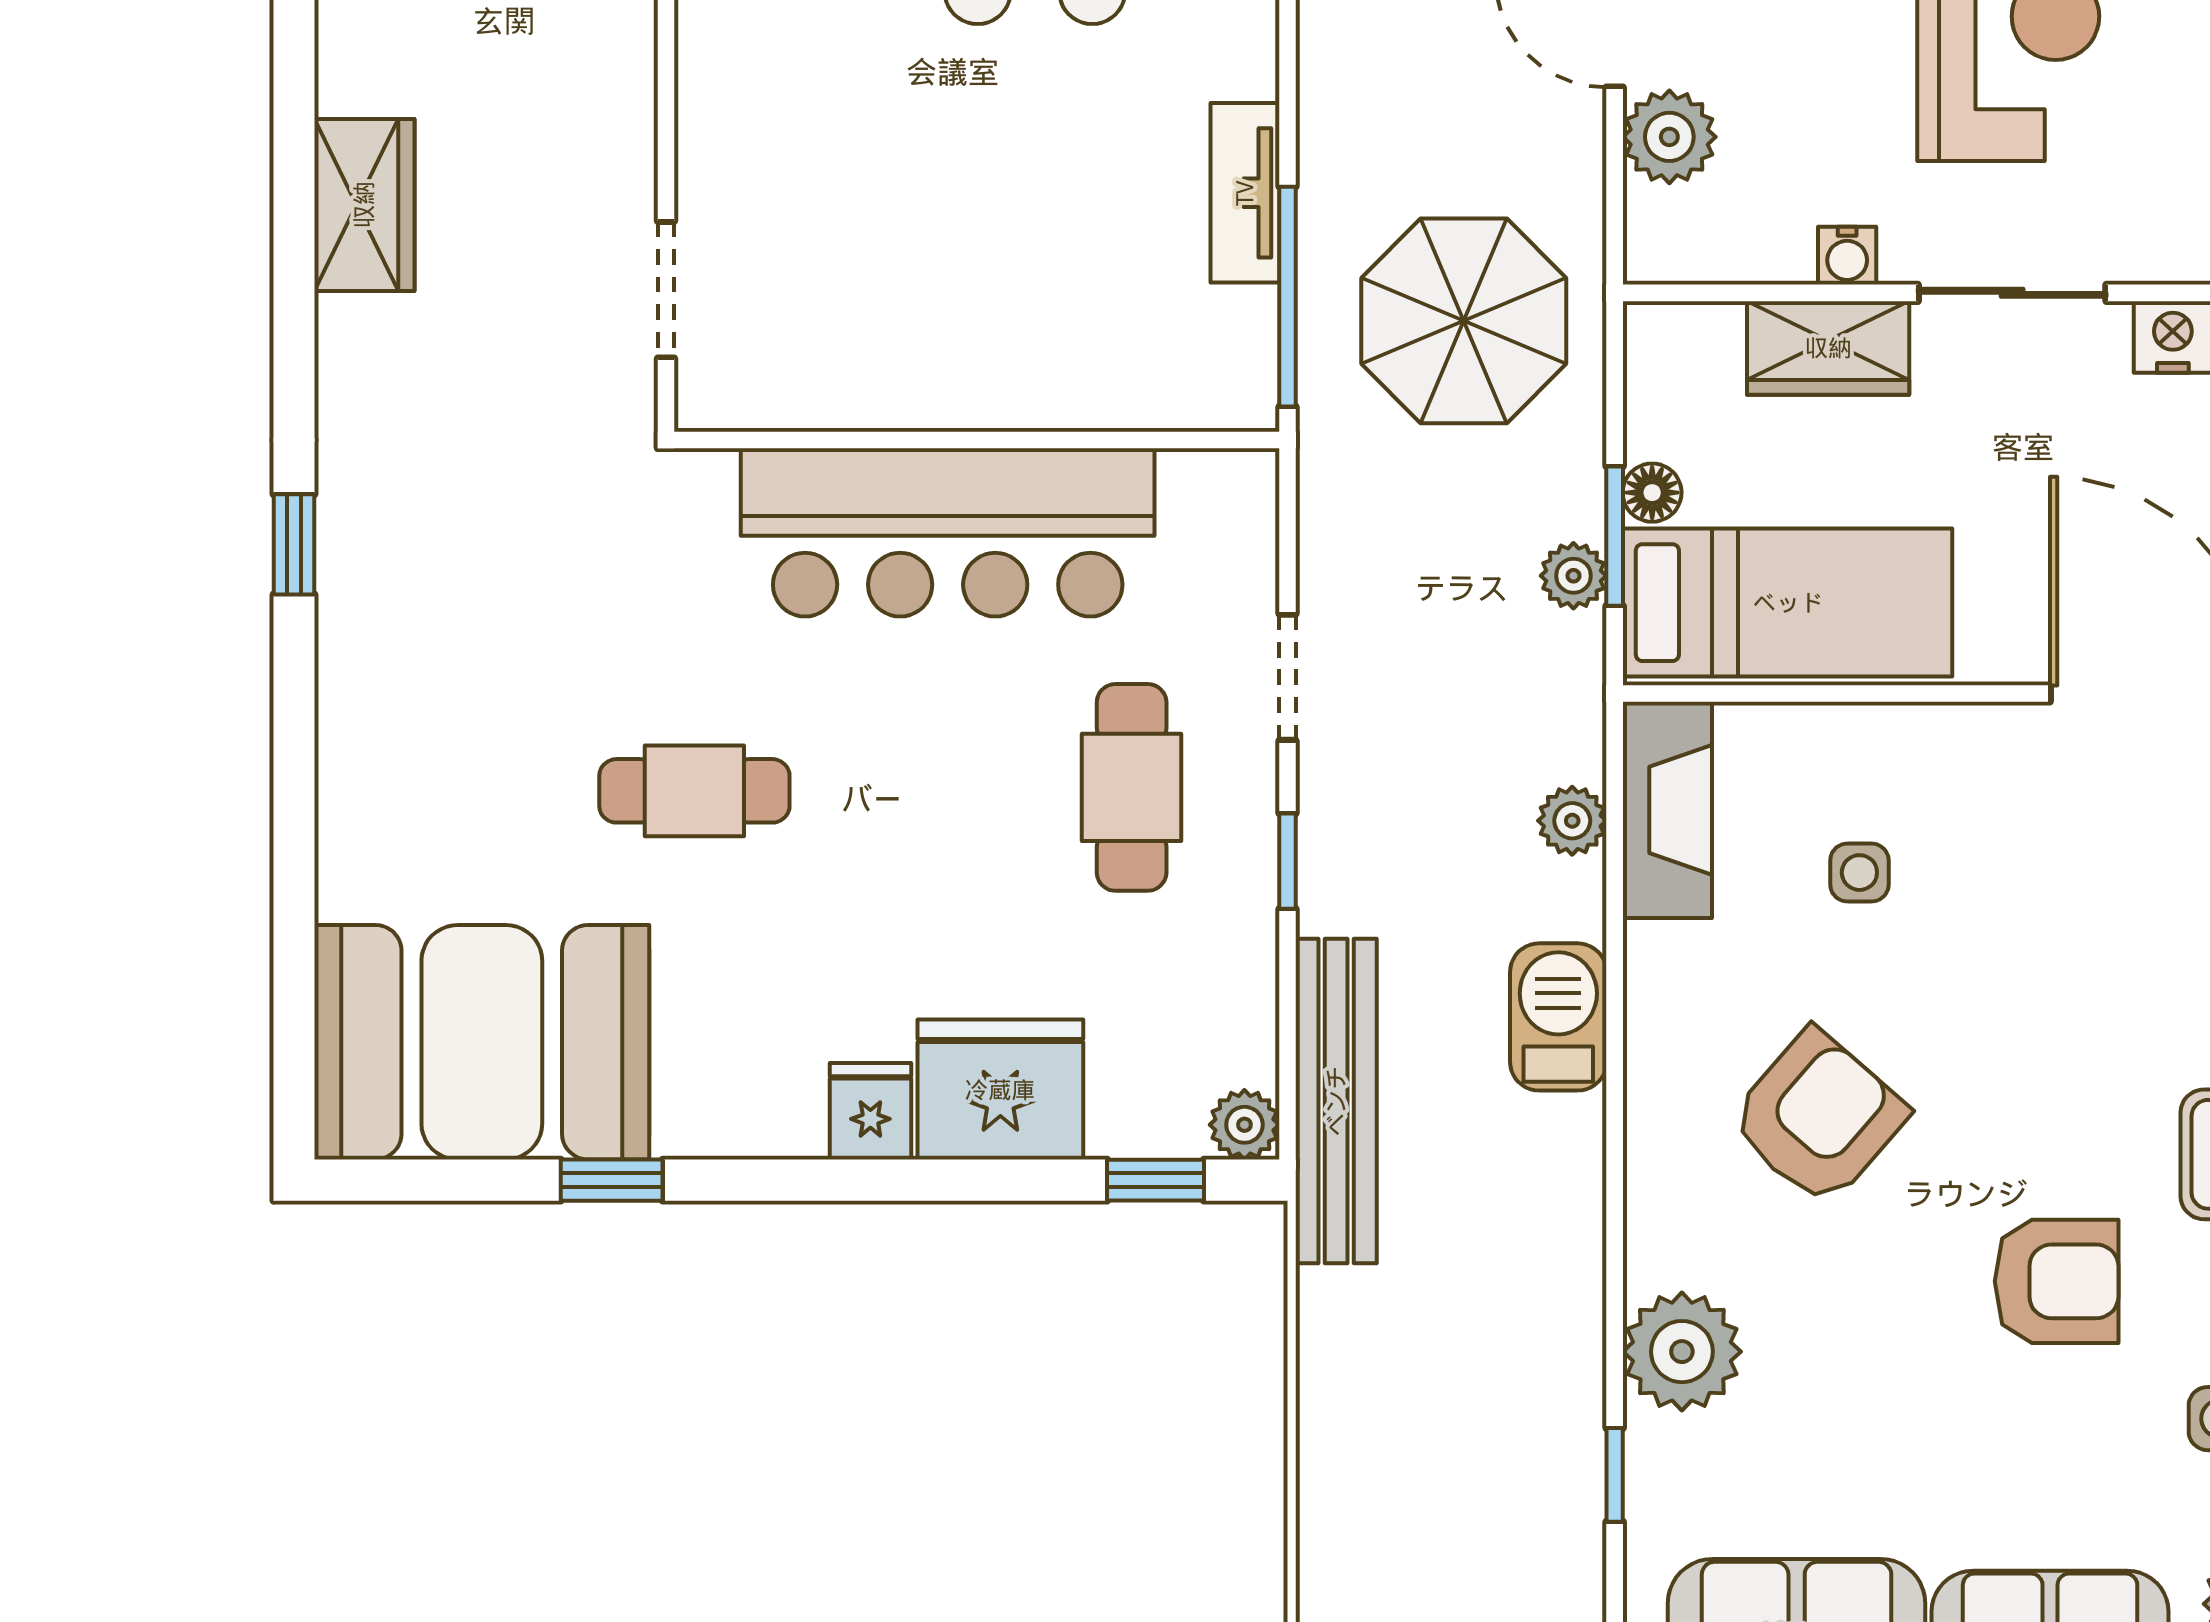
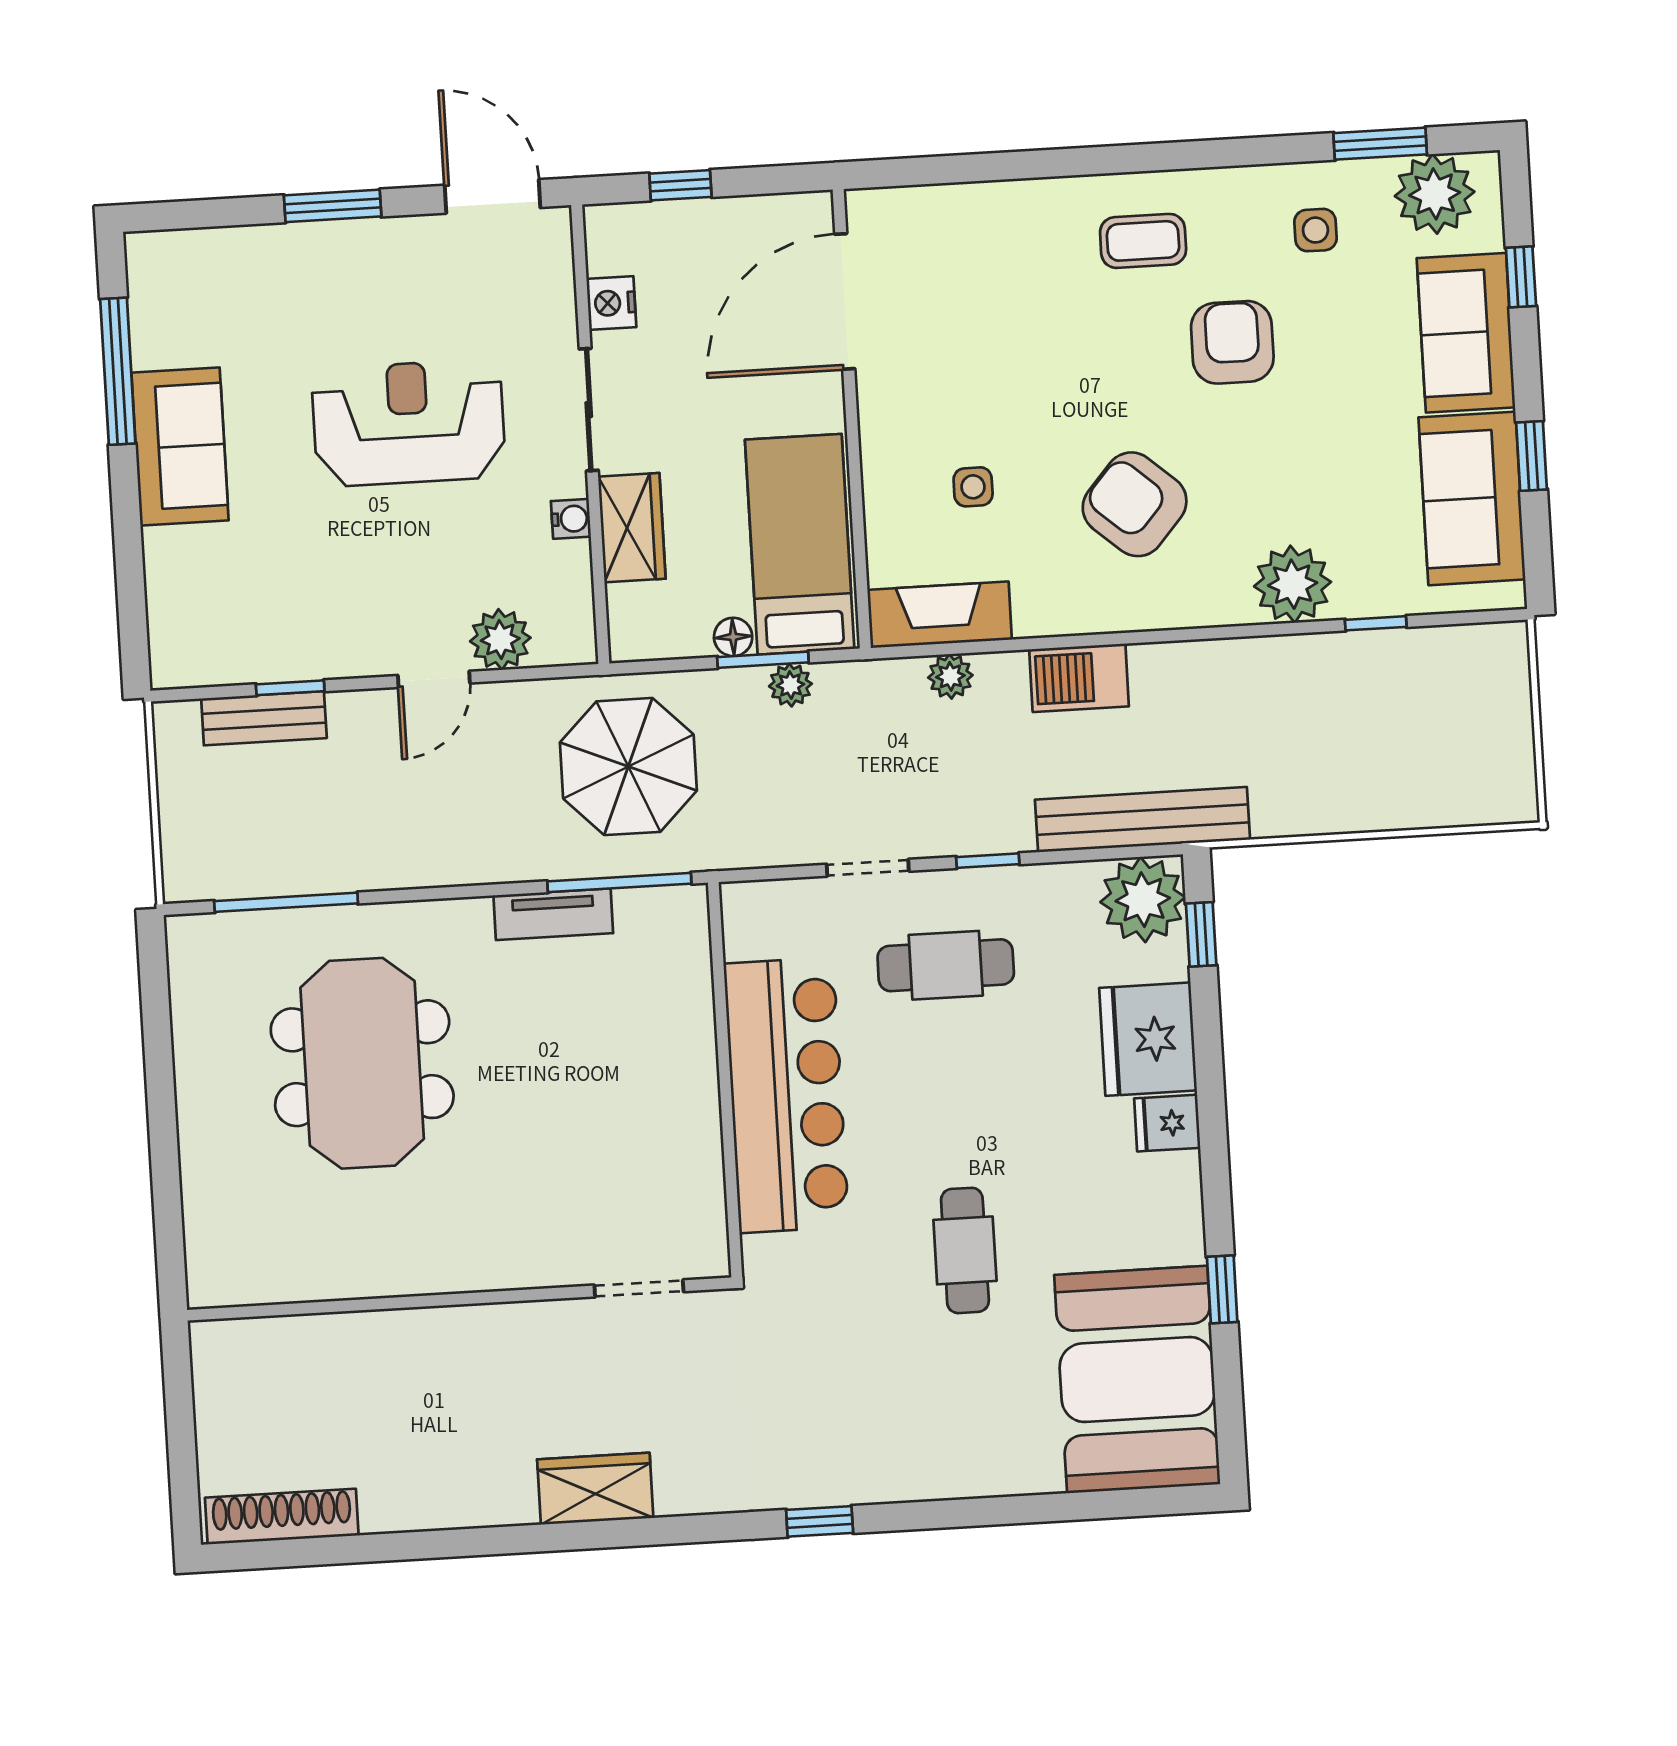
plant: (1244, 1125) -> (1143, 900), width x1.88, depth x1.88

